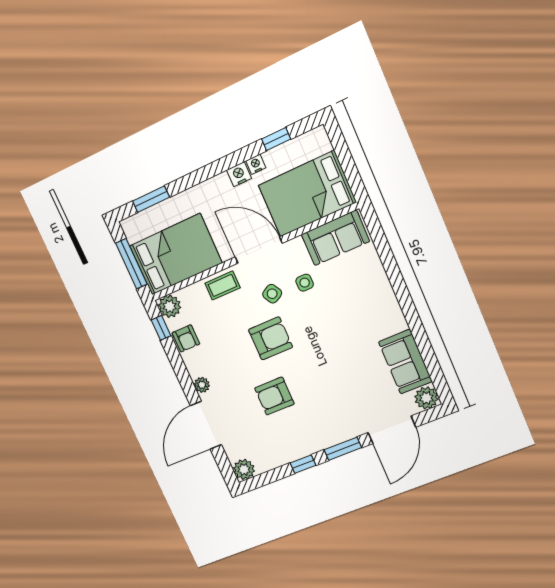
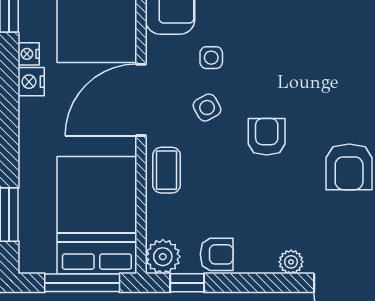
armchair: (270, 338) -> (267, 137), width x0.72, depth x0.72

